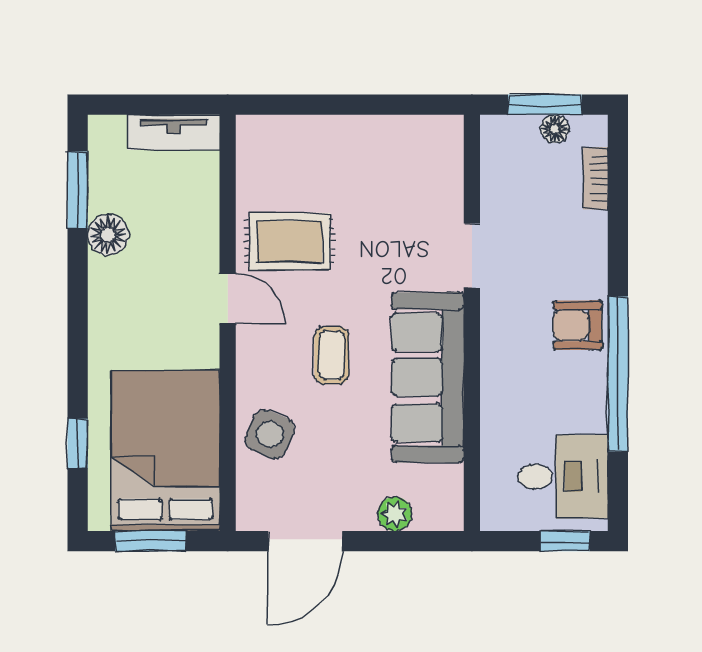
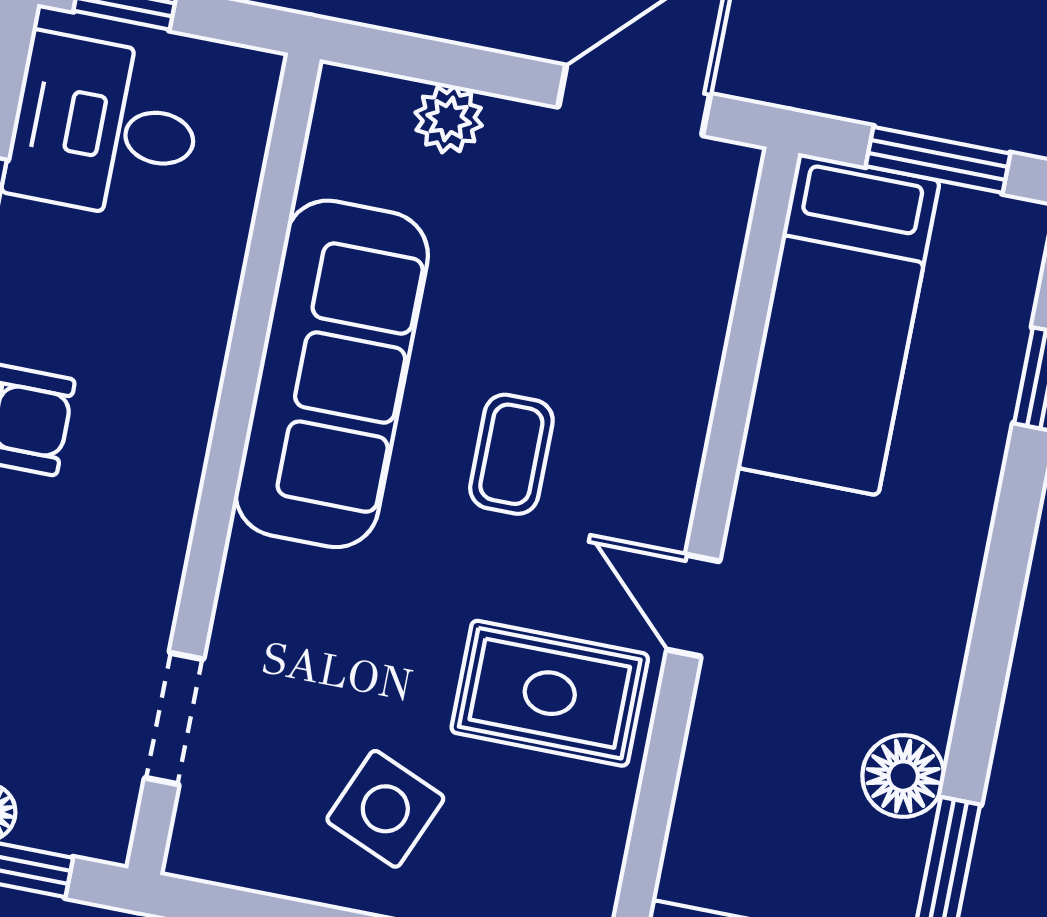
doorway: (472, 256) -> (174, 718), moved
side table: (270, 434) -> (385, 809), moved
bed: (165, 451) -> (838, 324), width x0.67

